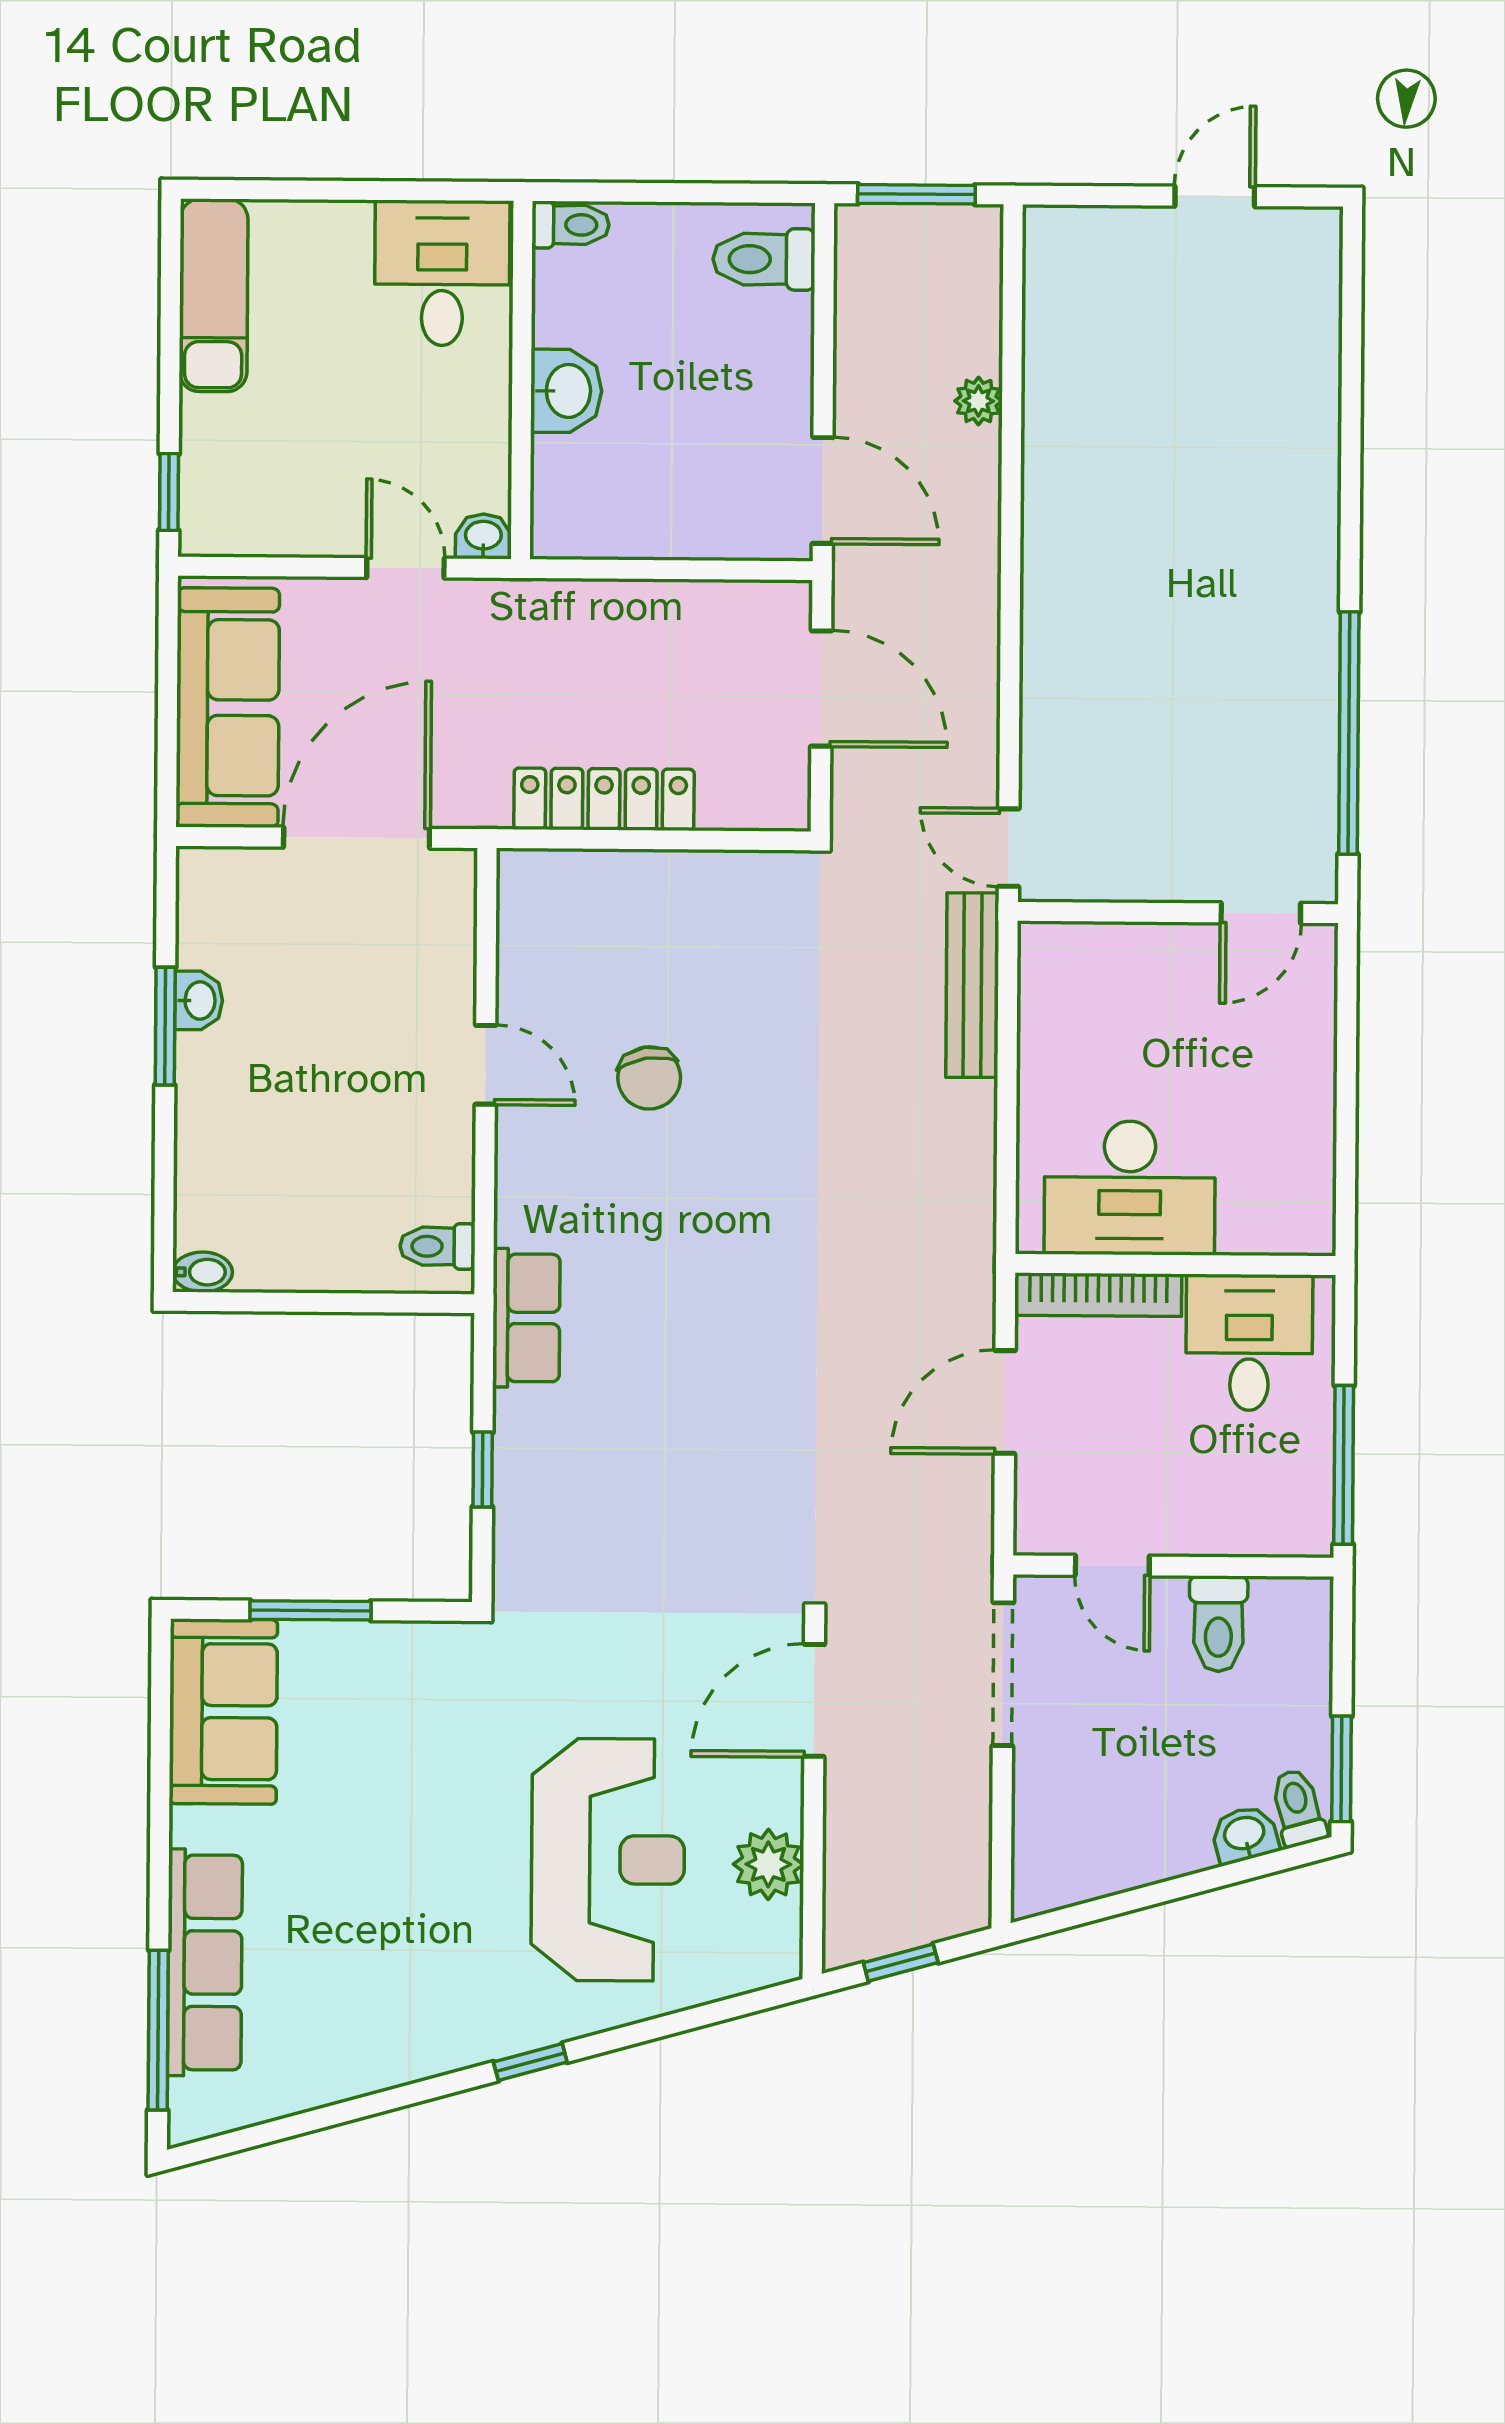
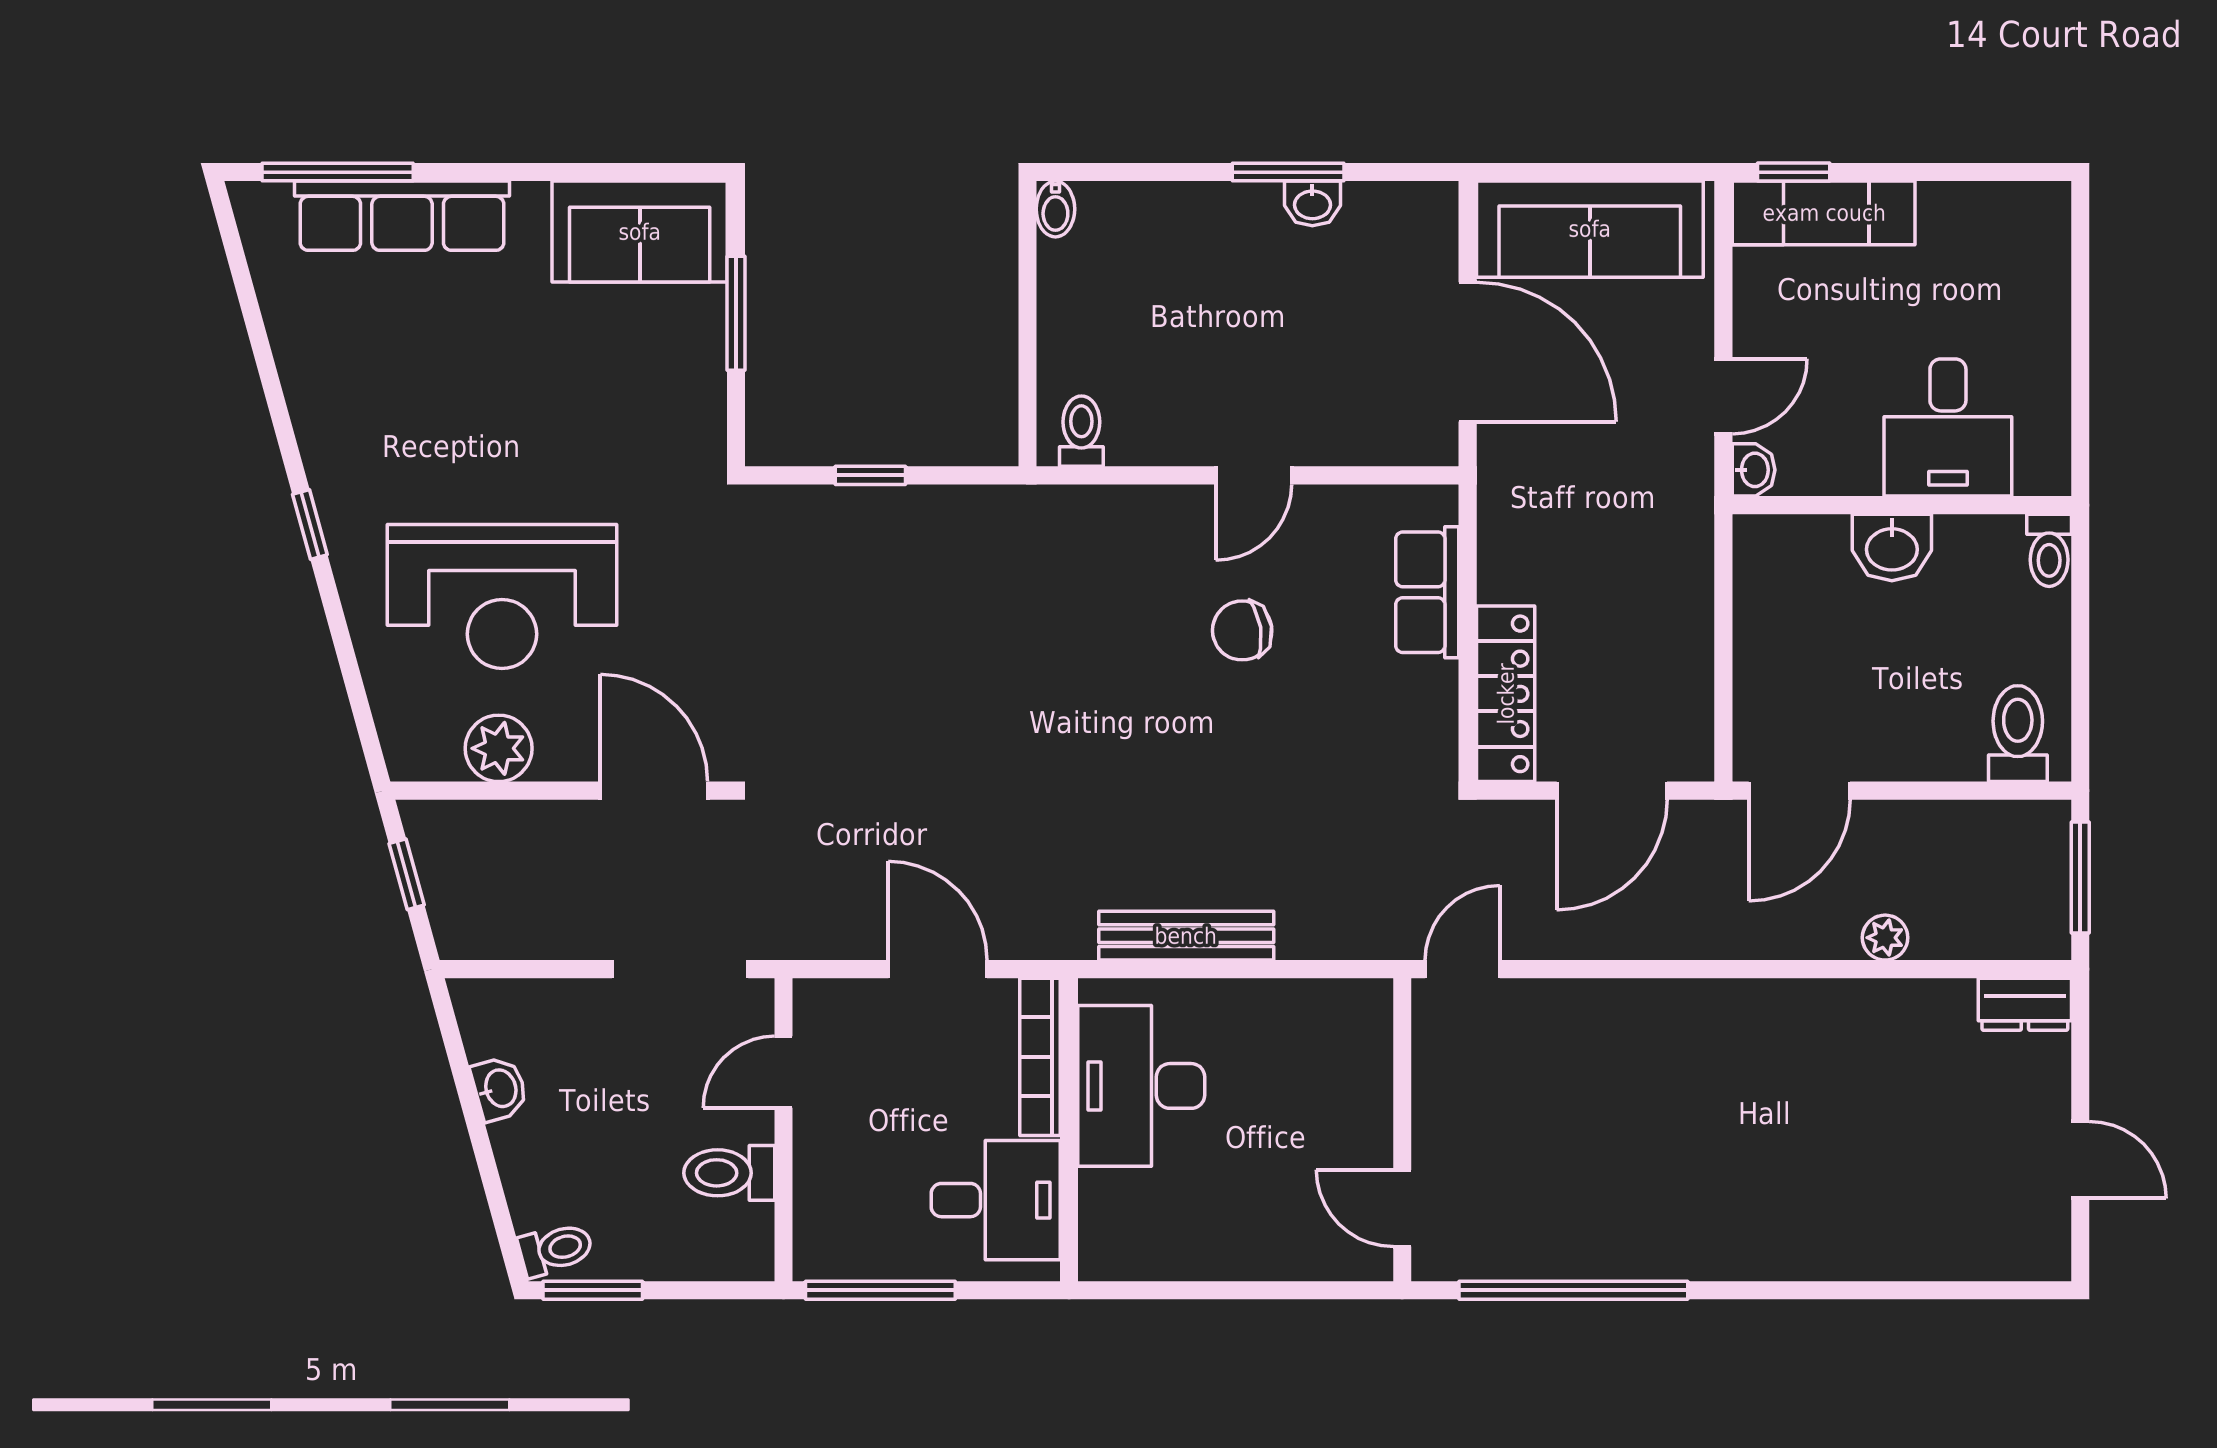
dresser: (1050, 254) -> (2025, 1004), added
desk: (442, 273) -> (1948, 427), moved, turned 90
exam couch: (214, 295) -> (1824, 213), moved
locker: (604, 799) -> (1506, 694), moved
bench: (972, 985) -> (1186, 936), moved
row of seats: (526, 1318) -> (1427, 592), moved, turned 90
washbasin: (1245, 1835) -> (499, 1089), moved

